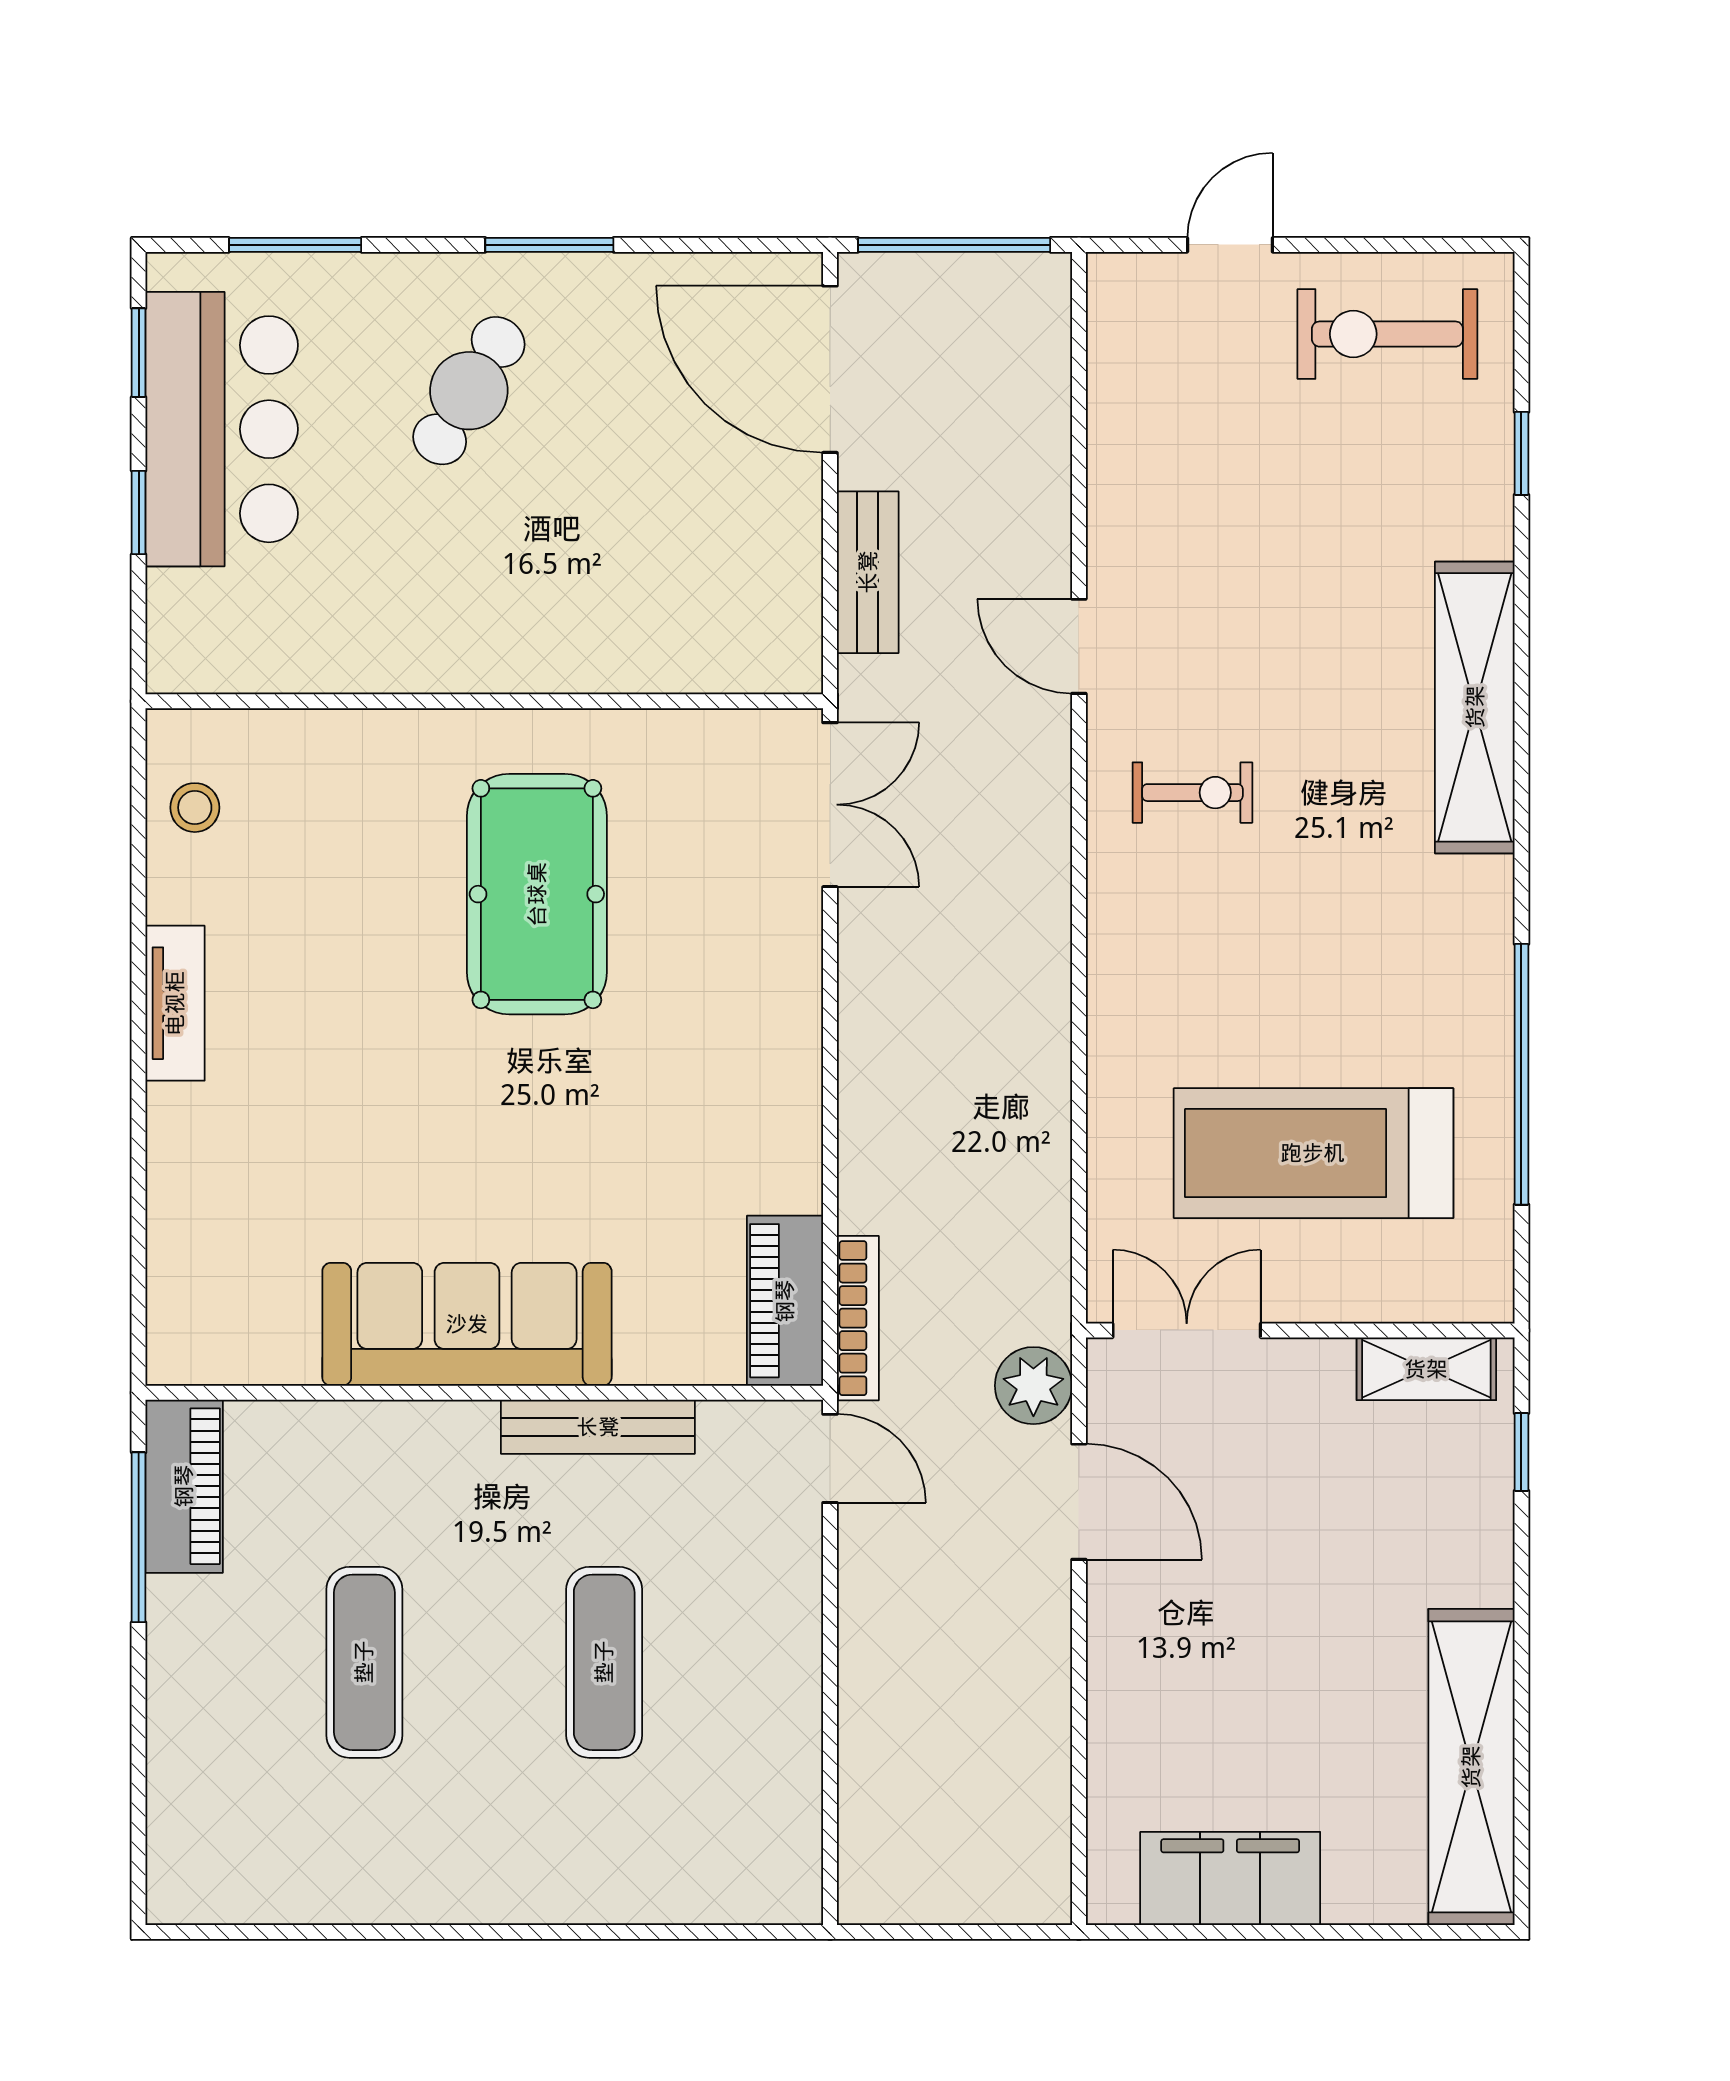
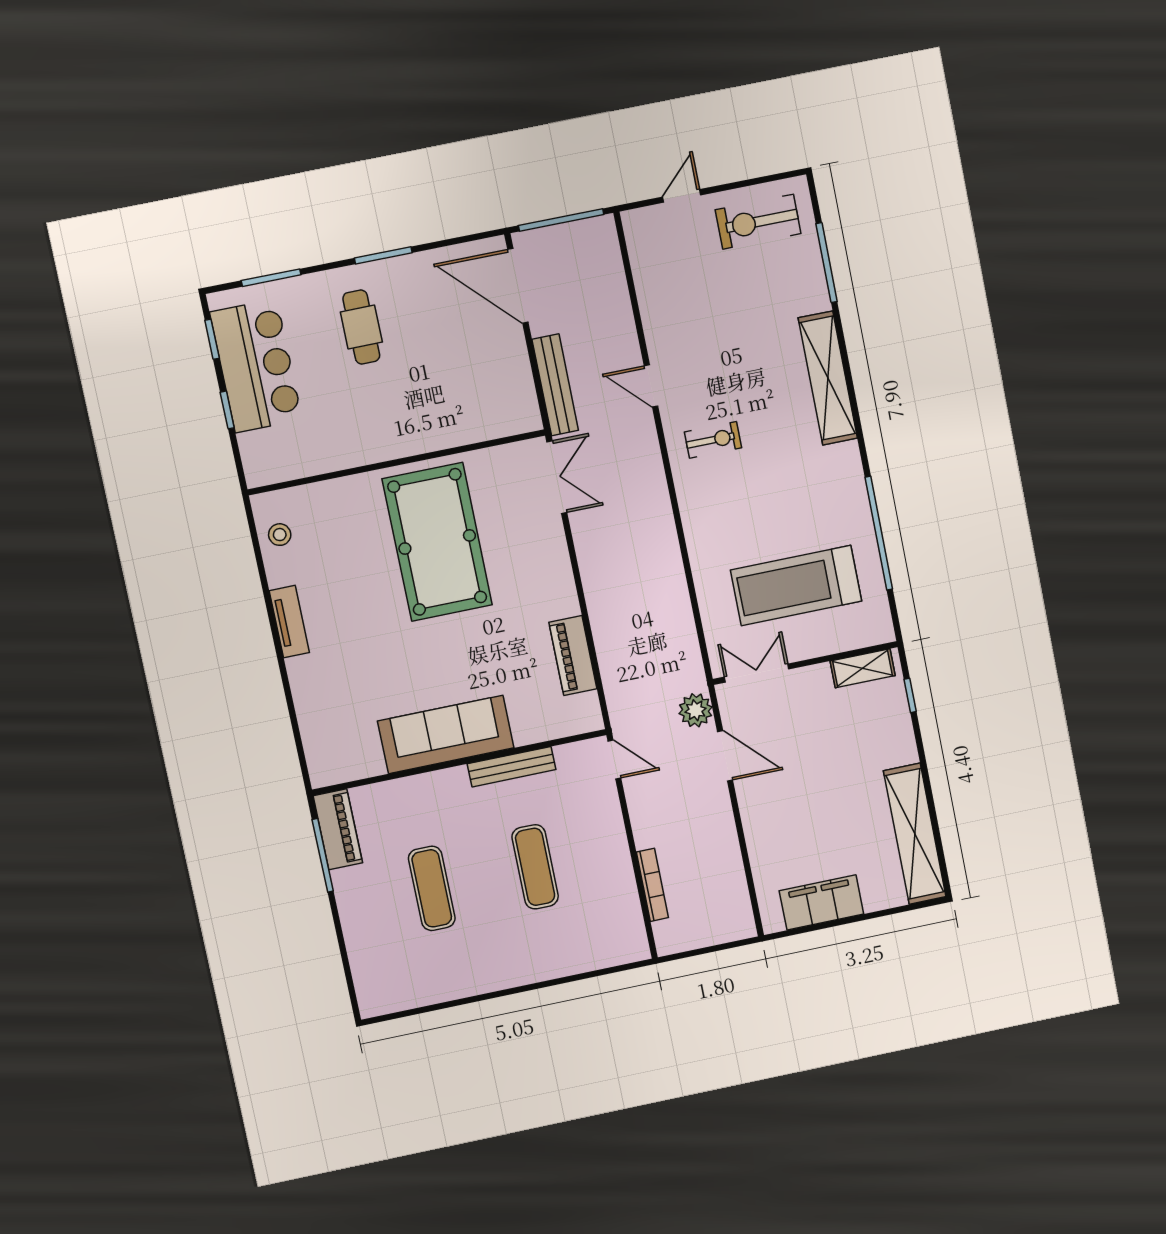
cafe table: (469, 391) -> (361, 327), turned -31
window: (1521, 453) -> (826, 263), width x2.17
bench: (868, 572) -> (555, 385), width x1.36
pool table: (537, 894) -> (437, 542), width x1.36, depth x1.32
piano: (785, 1301) -> (573, 656), moved
bookcase: (858, 1318) -> (652, 885), moved

